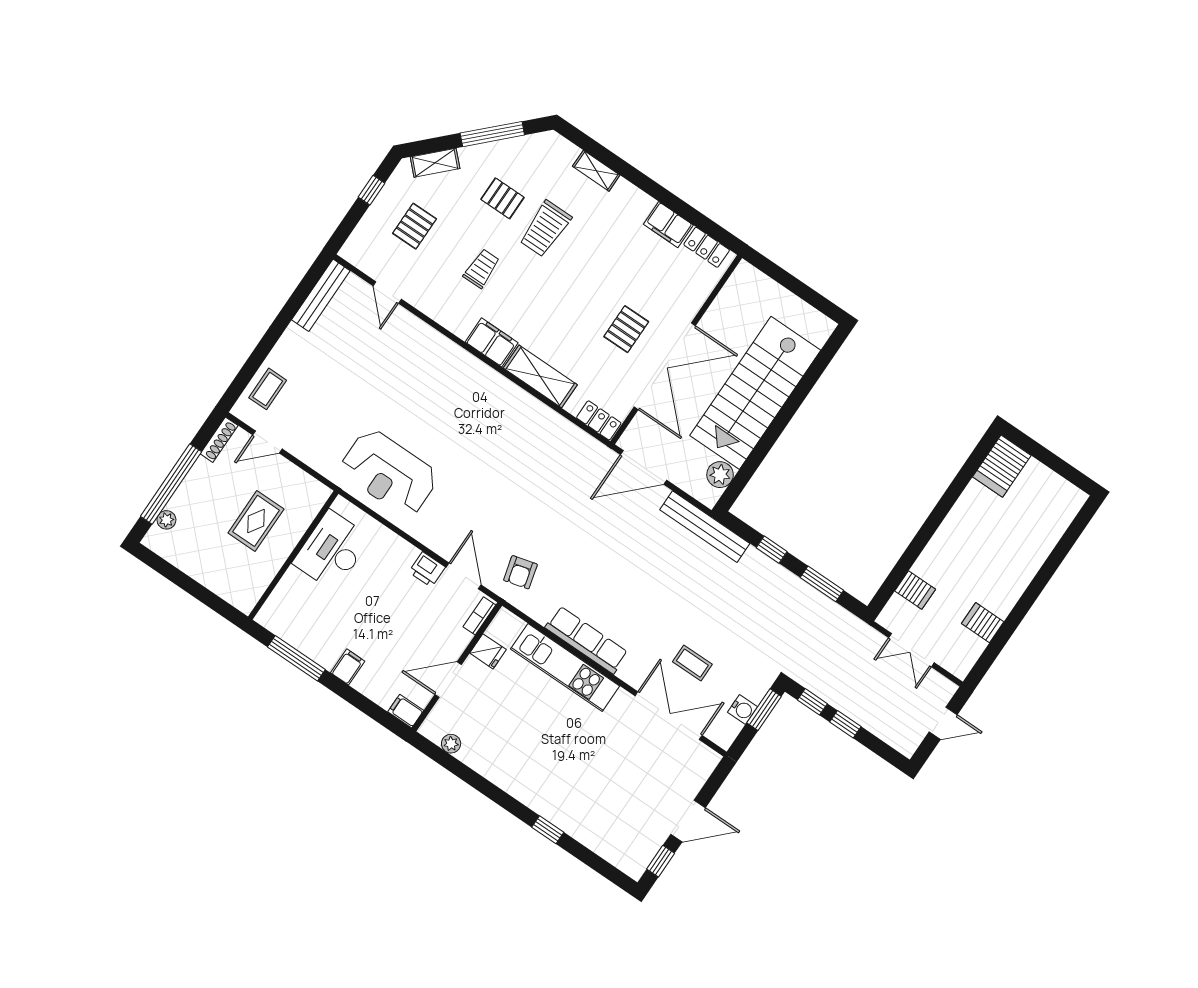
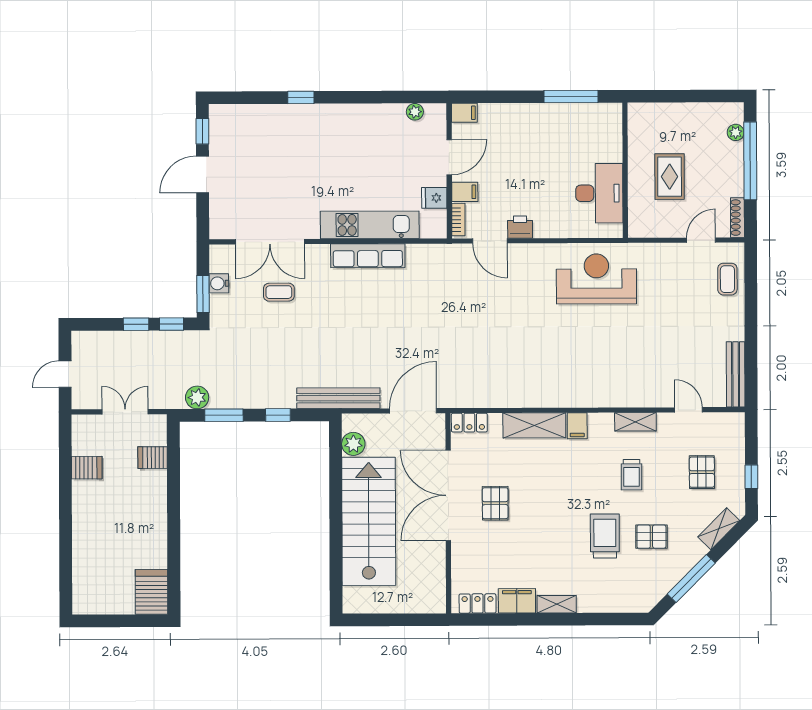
shelving: (596, 171) -> (557, 604), moved
shelving: (444, 315) -> (635, 422), added
filing cabinet: (492, 342) -> (577, 426), width x0.50
armchair: (520, 572) -> (450, 272), removed
plant: (835, 617) -> (197, 397), added
filing cabinet: (348, 667) -> (465, 192), moved, turned -90

